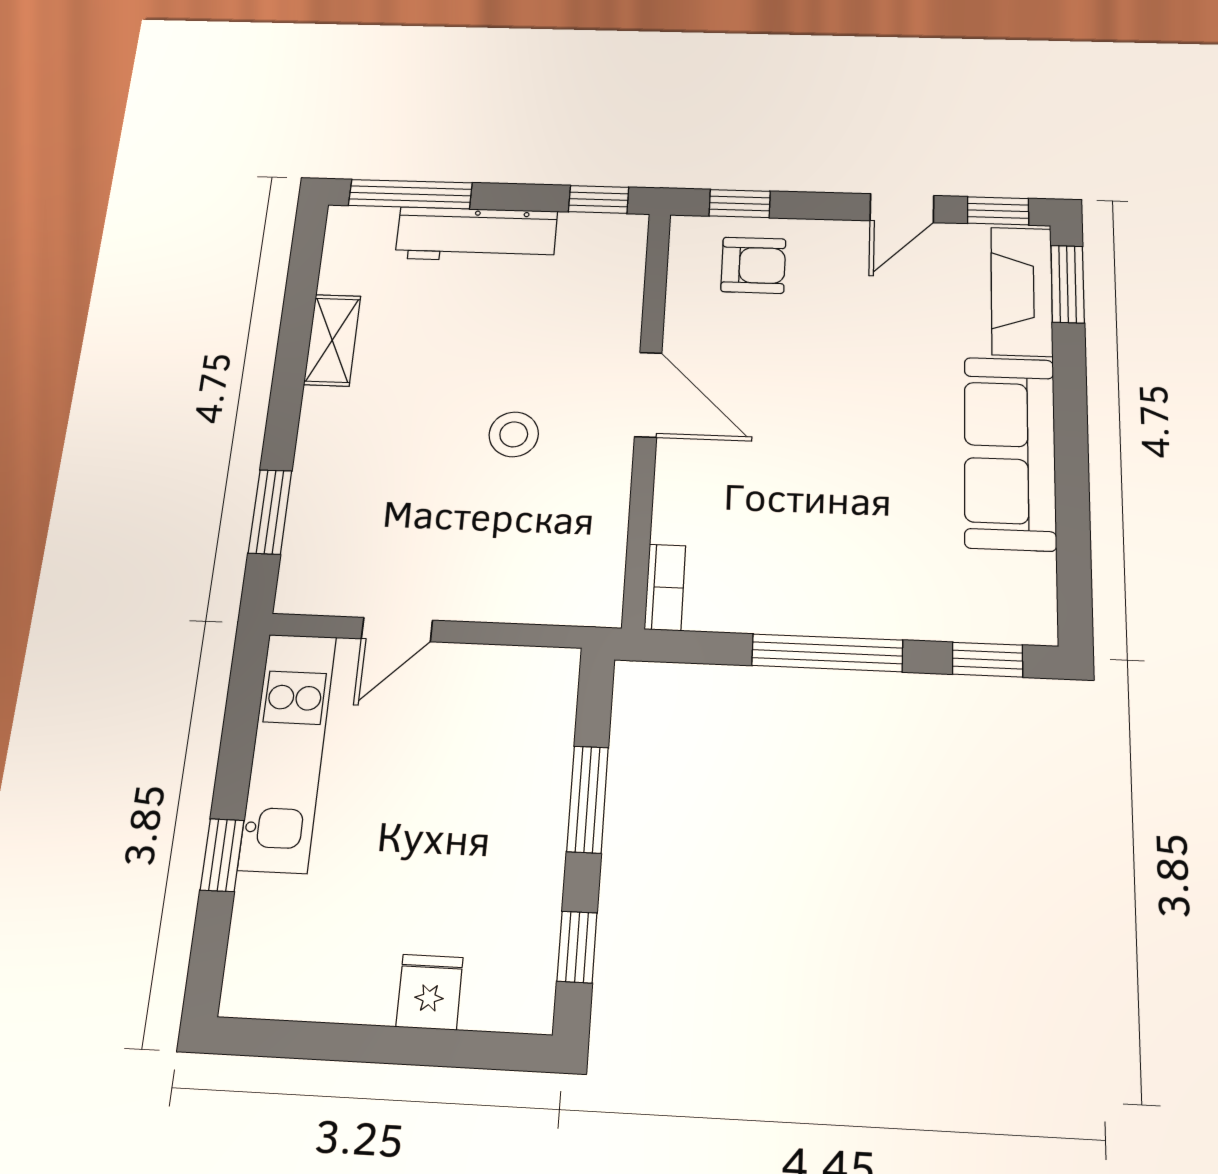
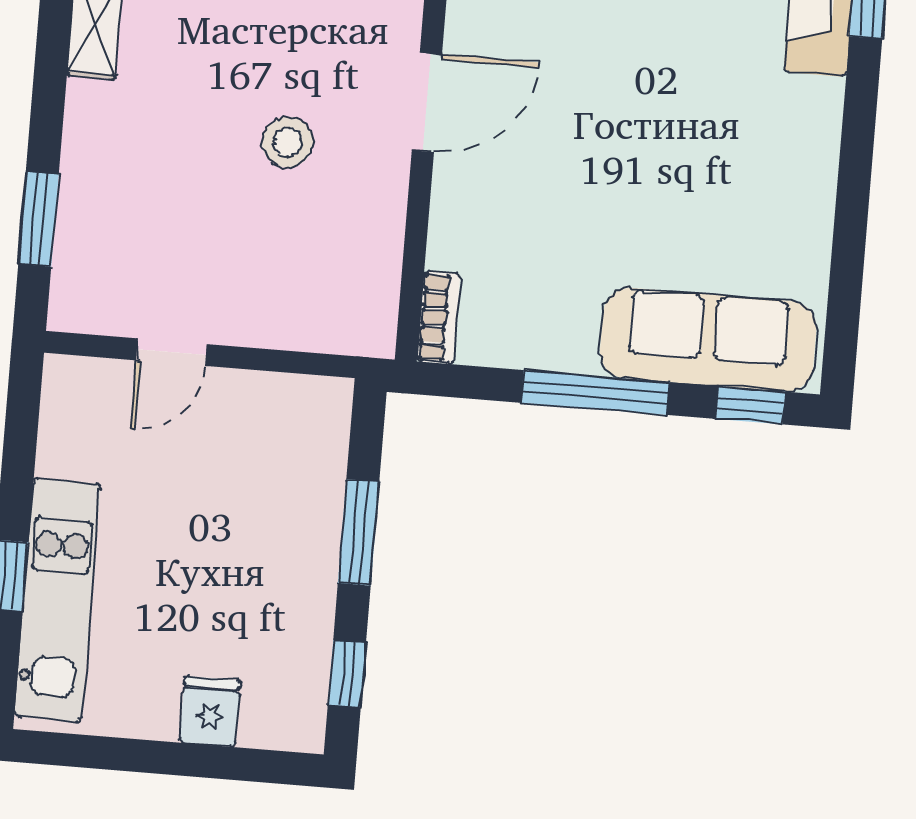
door: (648, 395) -> (427, 102), hinge flipped
sofa: (1010, 453) -> (708, 340), moved, turned 90
kitchen unit: (288, 751) -> (57, 600), moved

